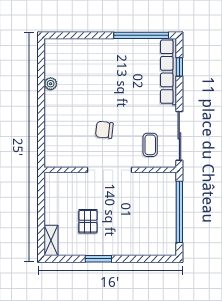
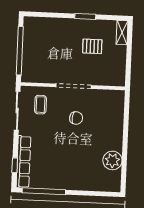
plant: (51, 84) -> (112, 160), width x1.87, depth x1.87
pallet: (88, 221) -> (92, 46), turned 90

